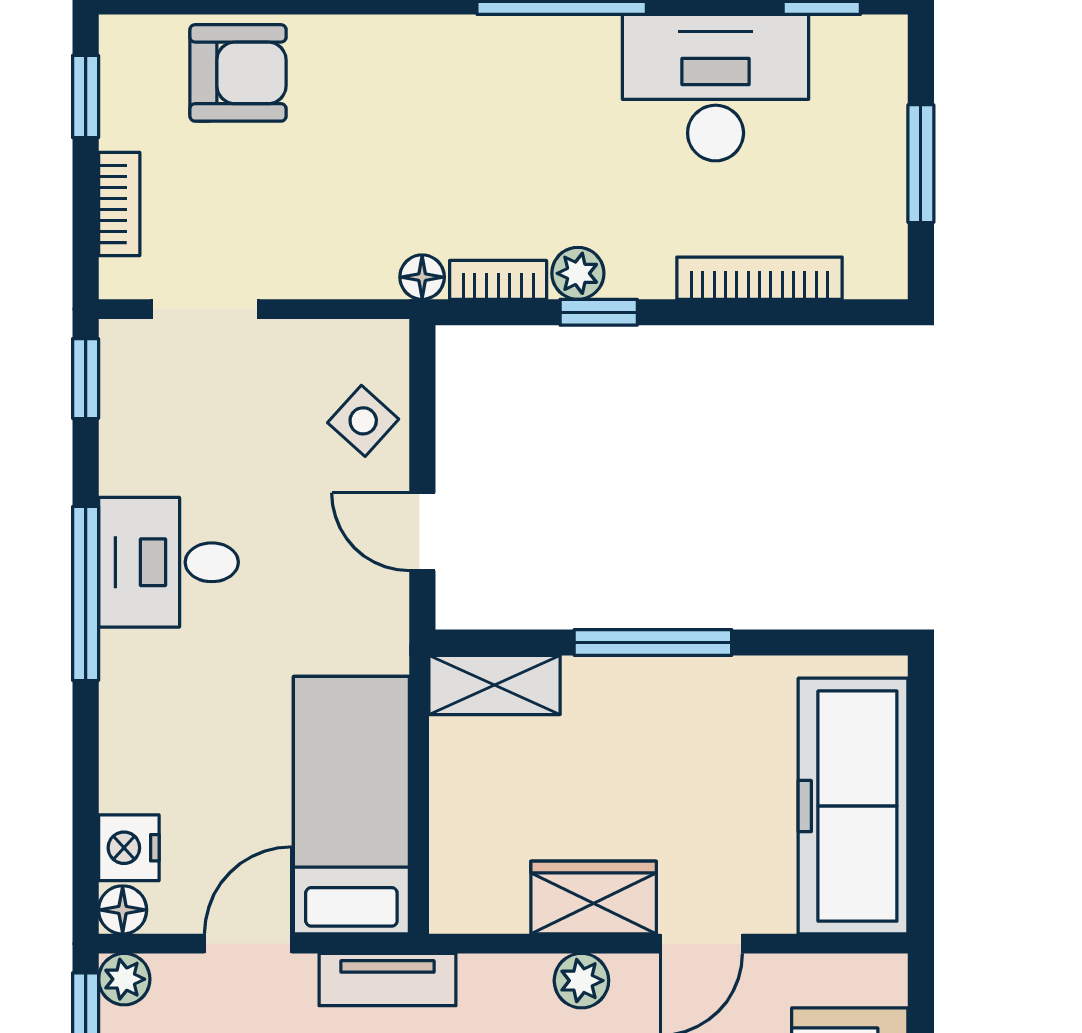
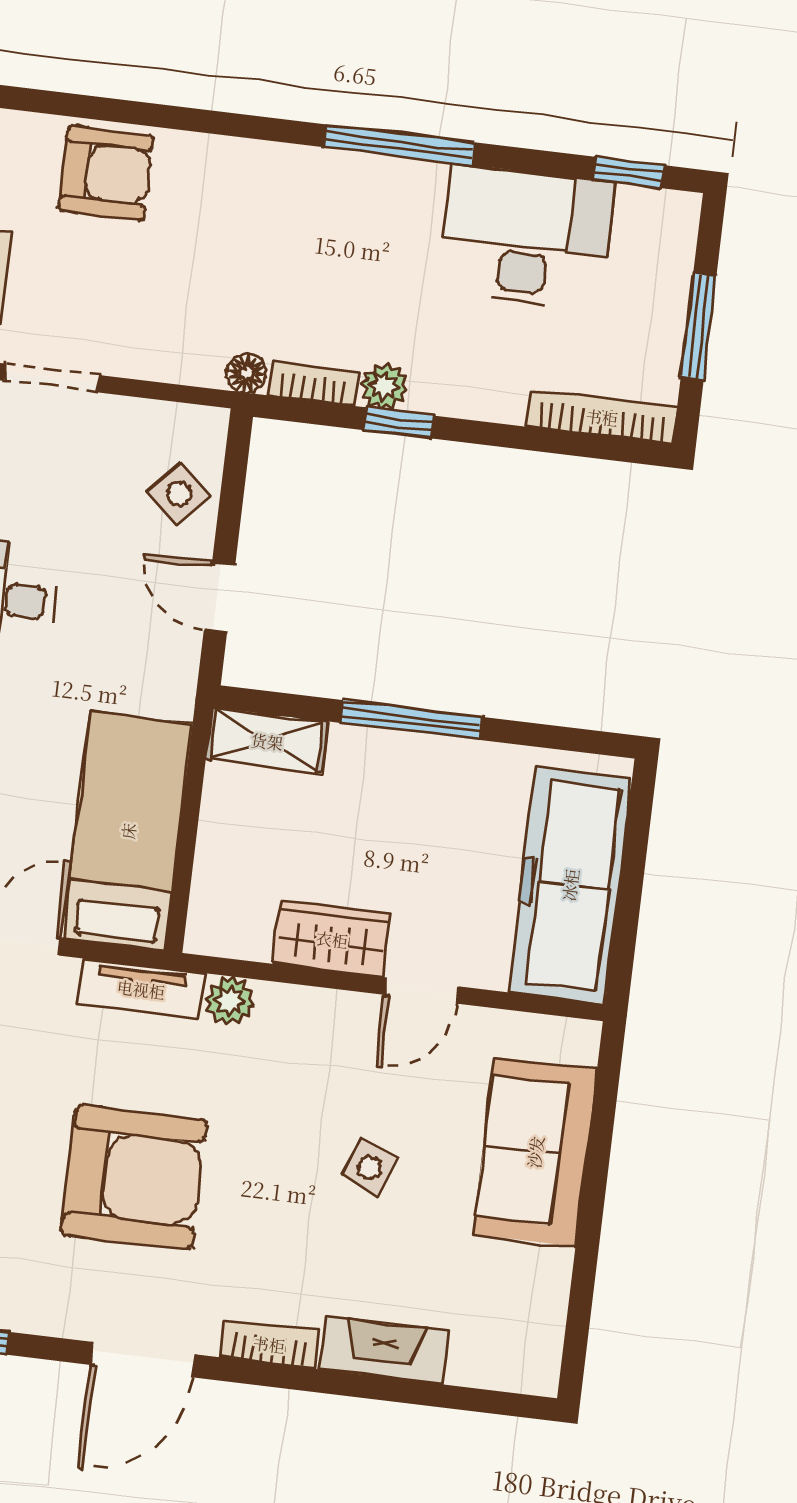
bookcase: (759, 278) -> (602, 417), moved
plant: (581, 981) -> (230, 1001), moved

